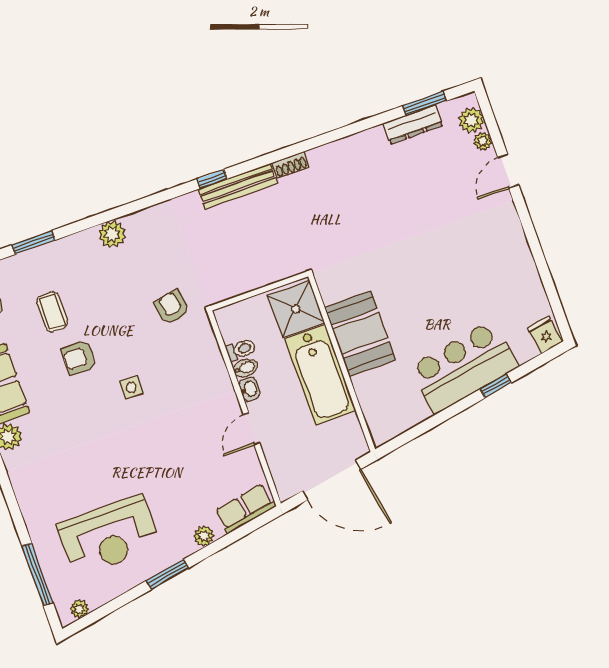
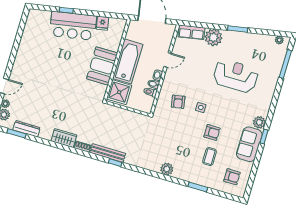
wardrobe: (335, 156) -> (64, 138), added
armchair: (172, 308) -> (178, 102), moved
fridge: (545, 335) -> (102, 23), moved
reception desk: (109, 536) -> (236, 76), moved
plant: (204, 536) -> (213, 37), width x1.87, depth x1.87

